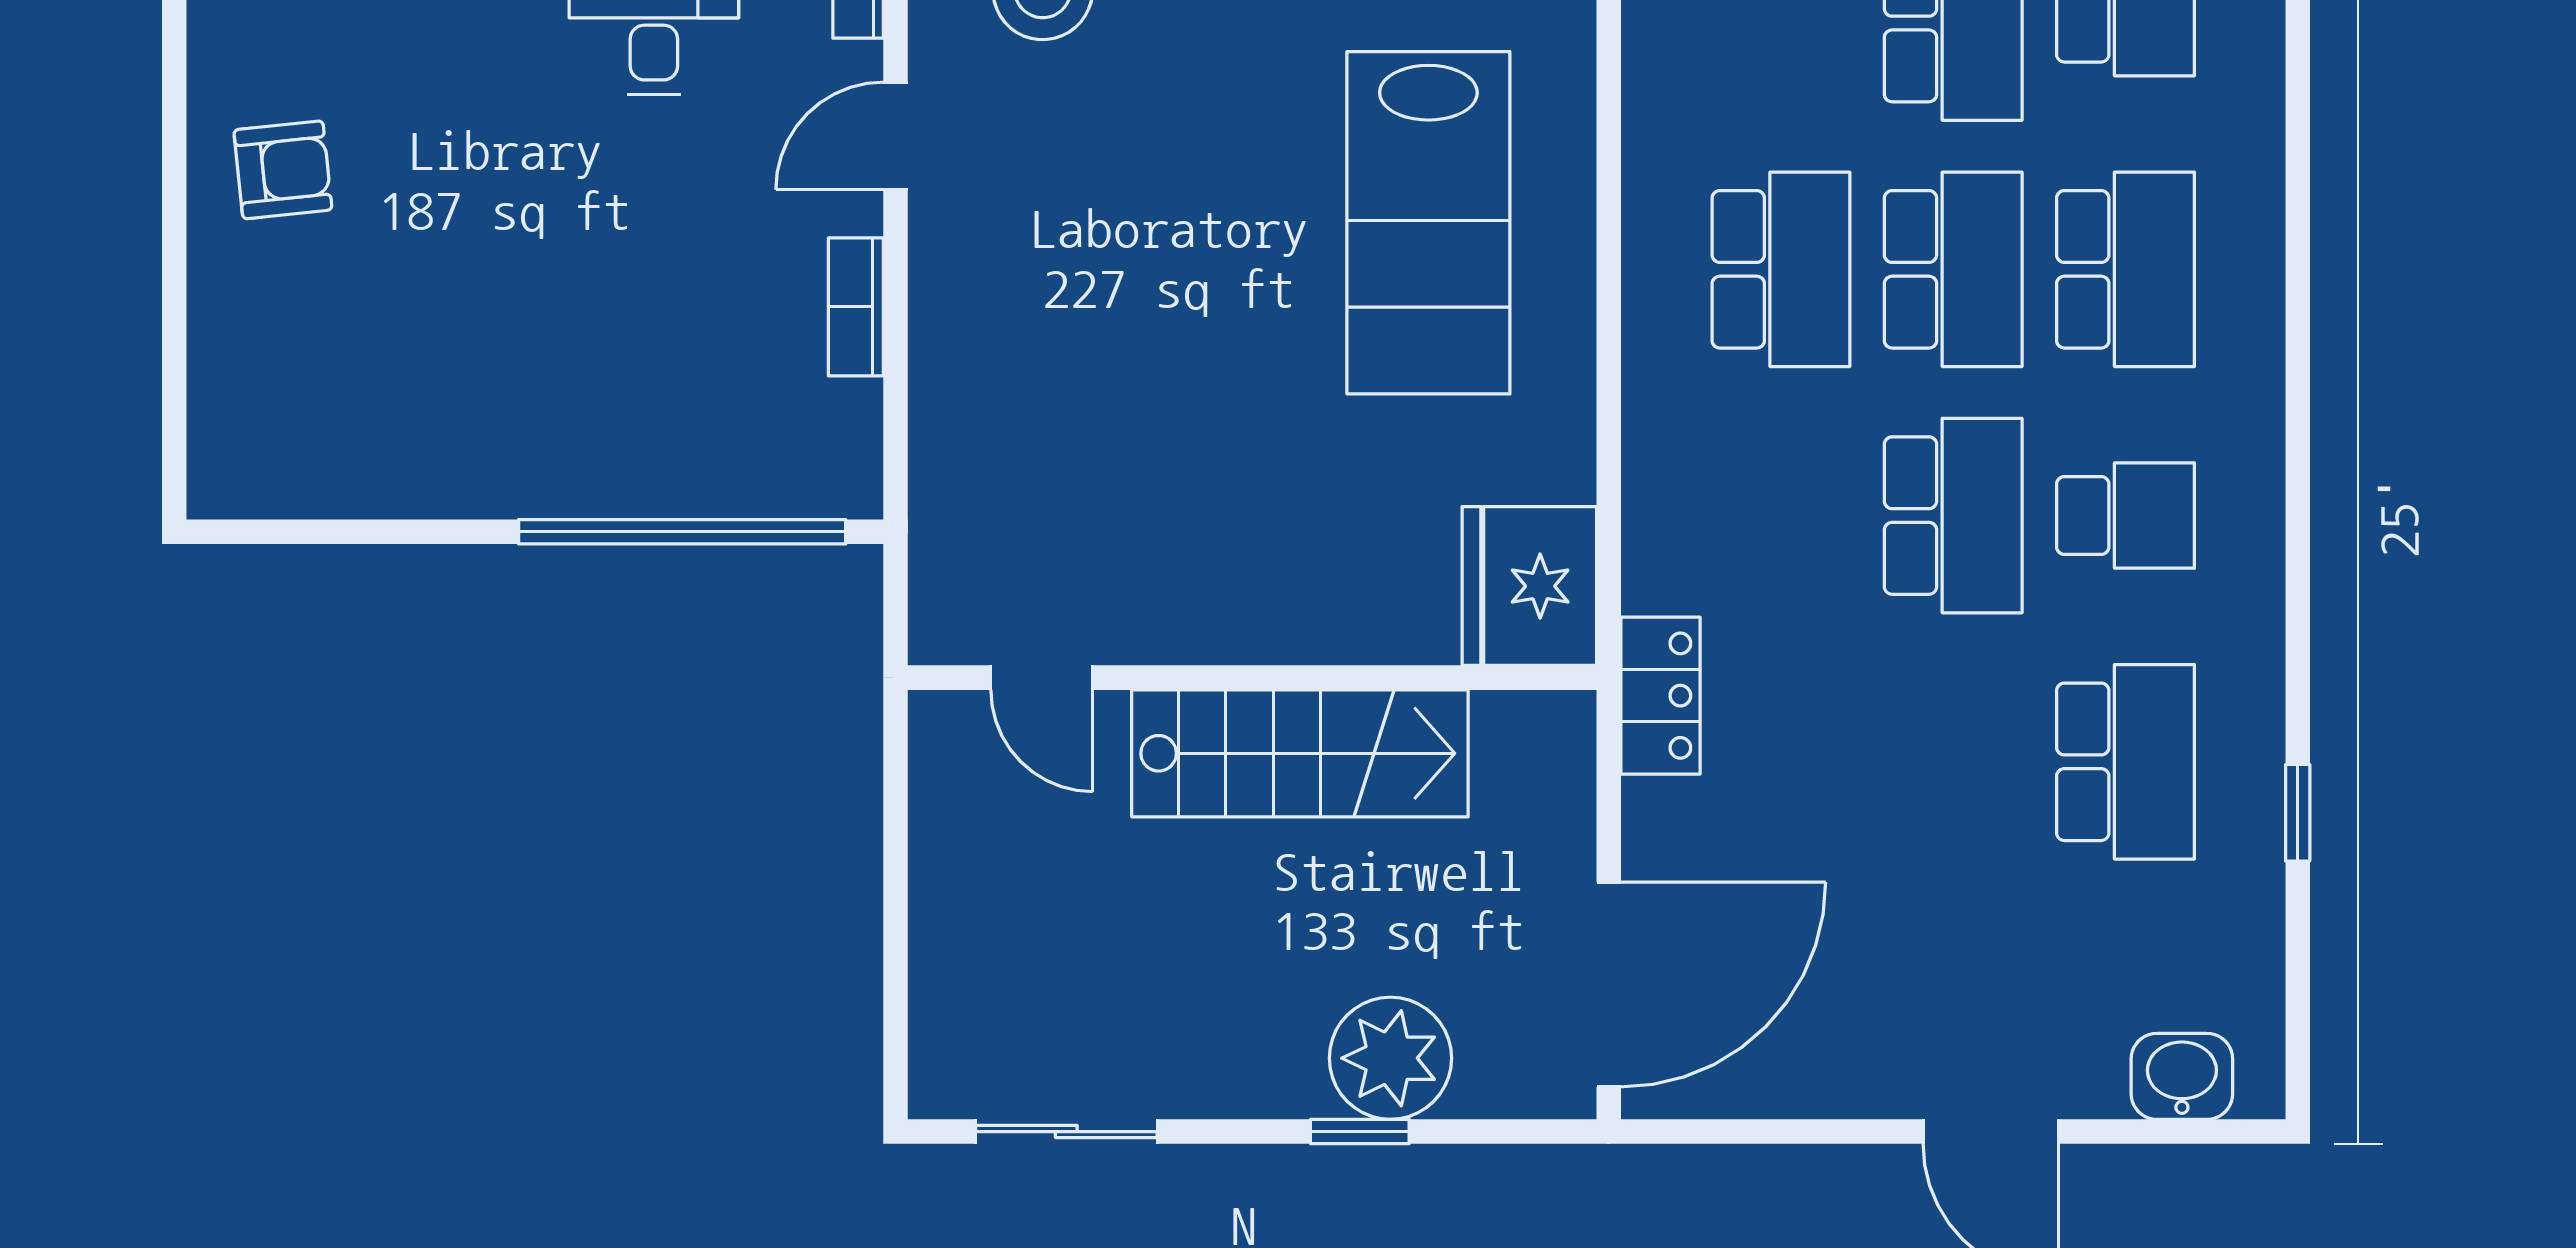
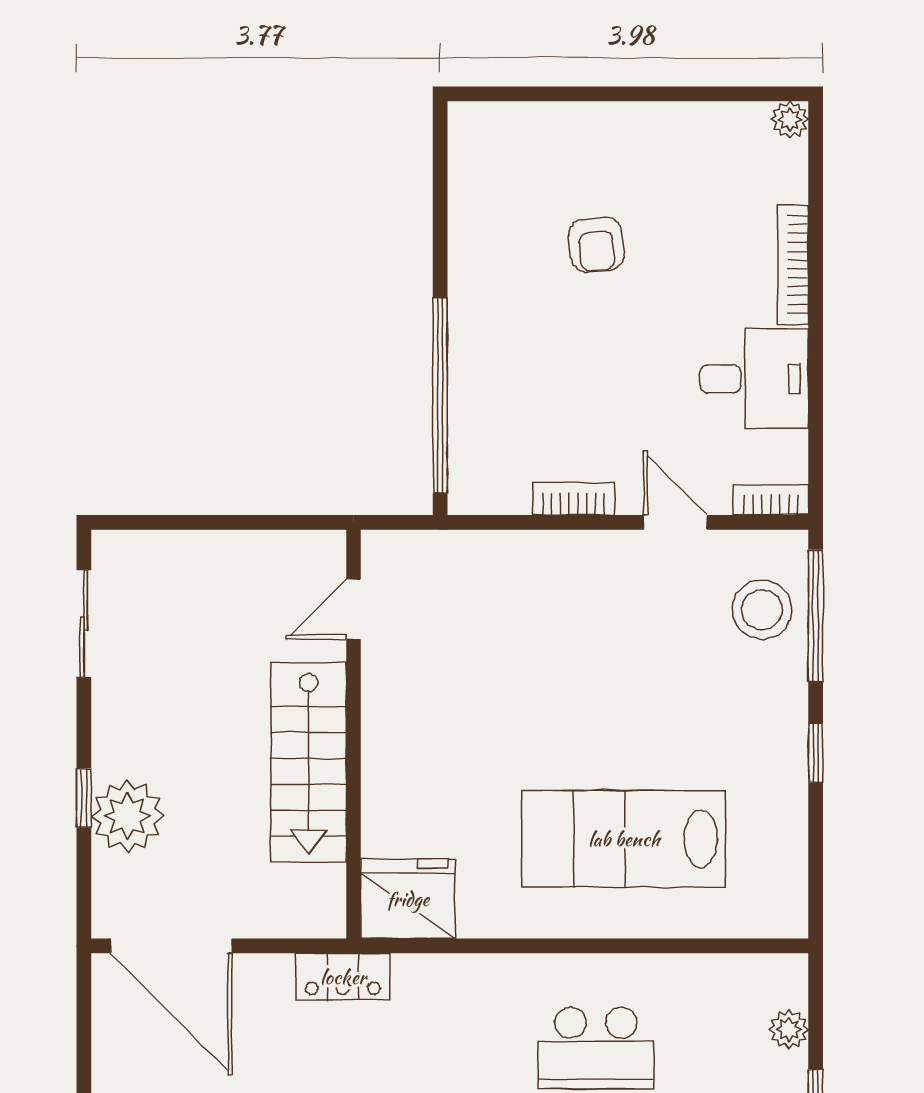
armchair: (283, 170) -> (596, 245), moved

